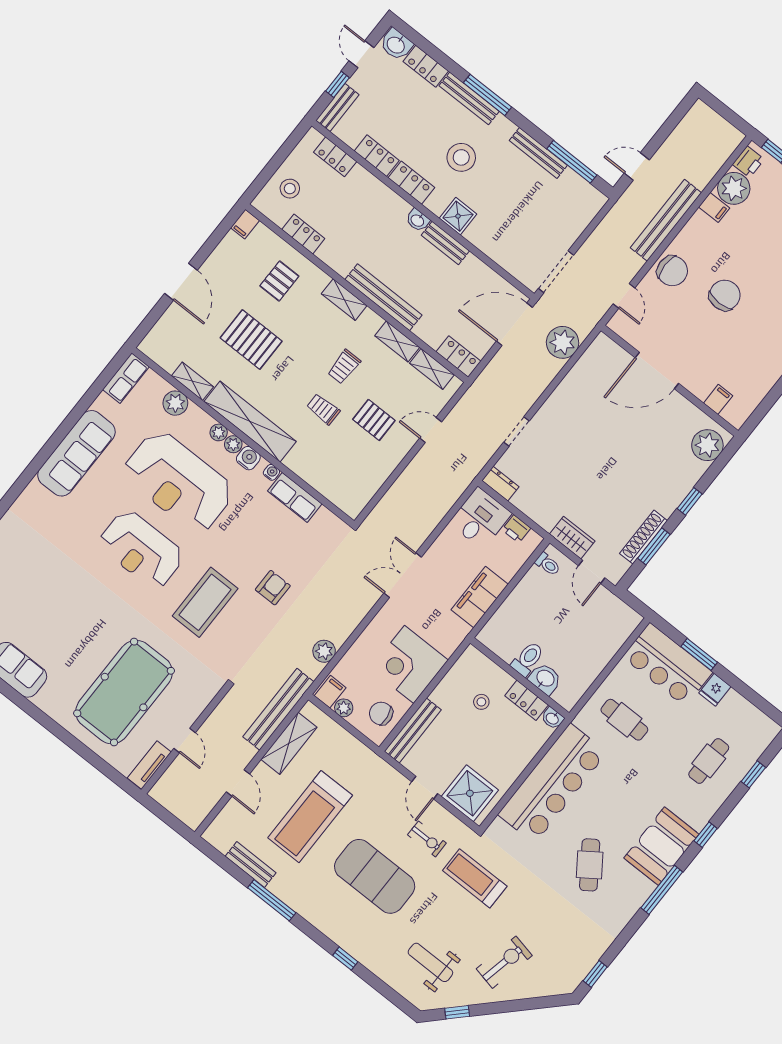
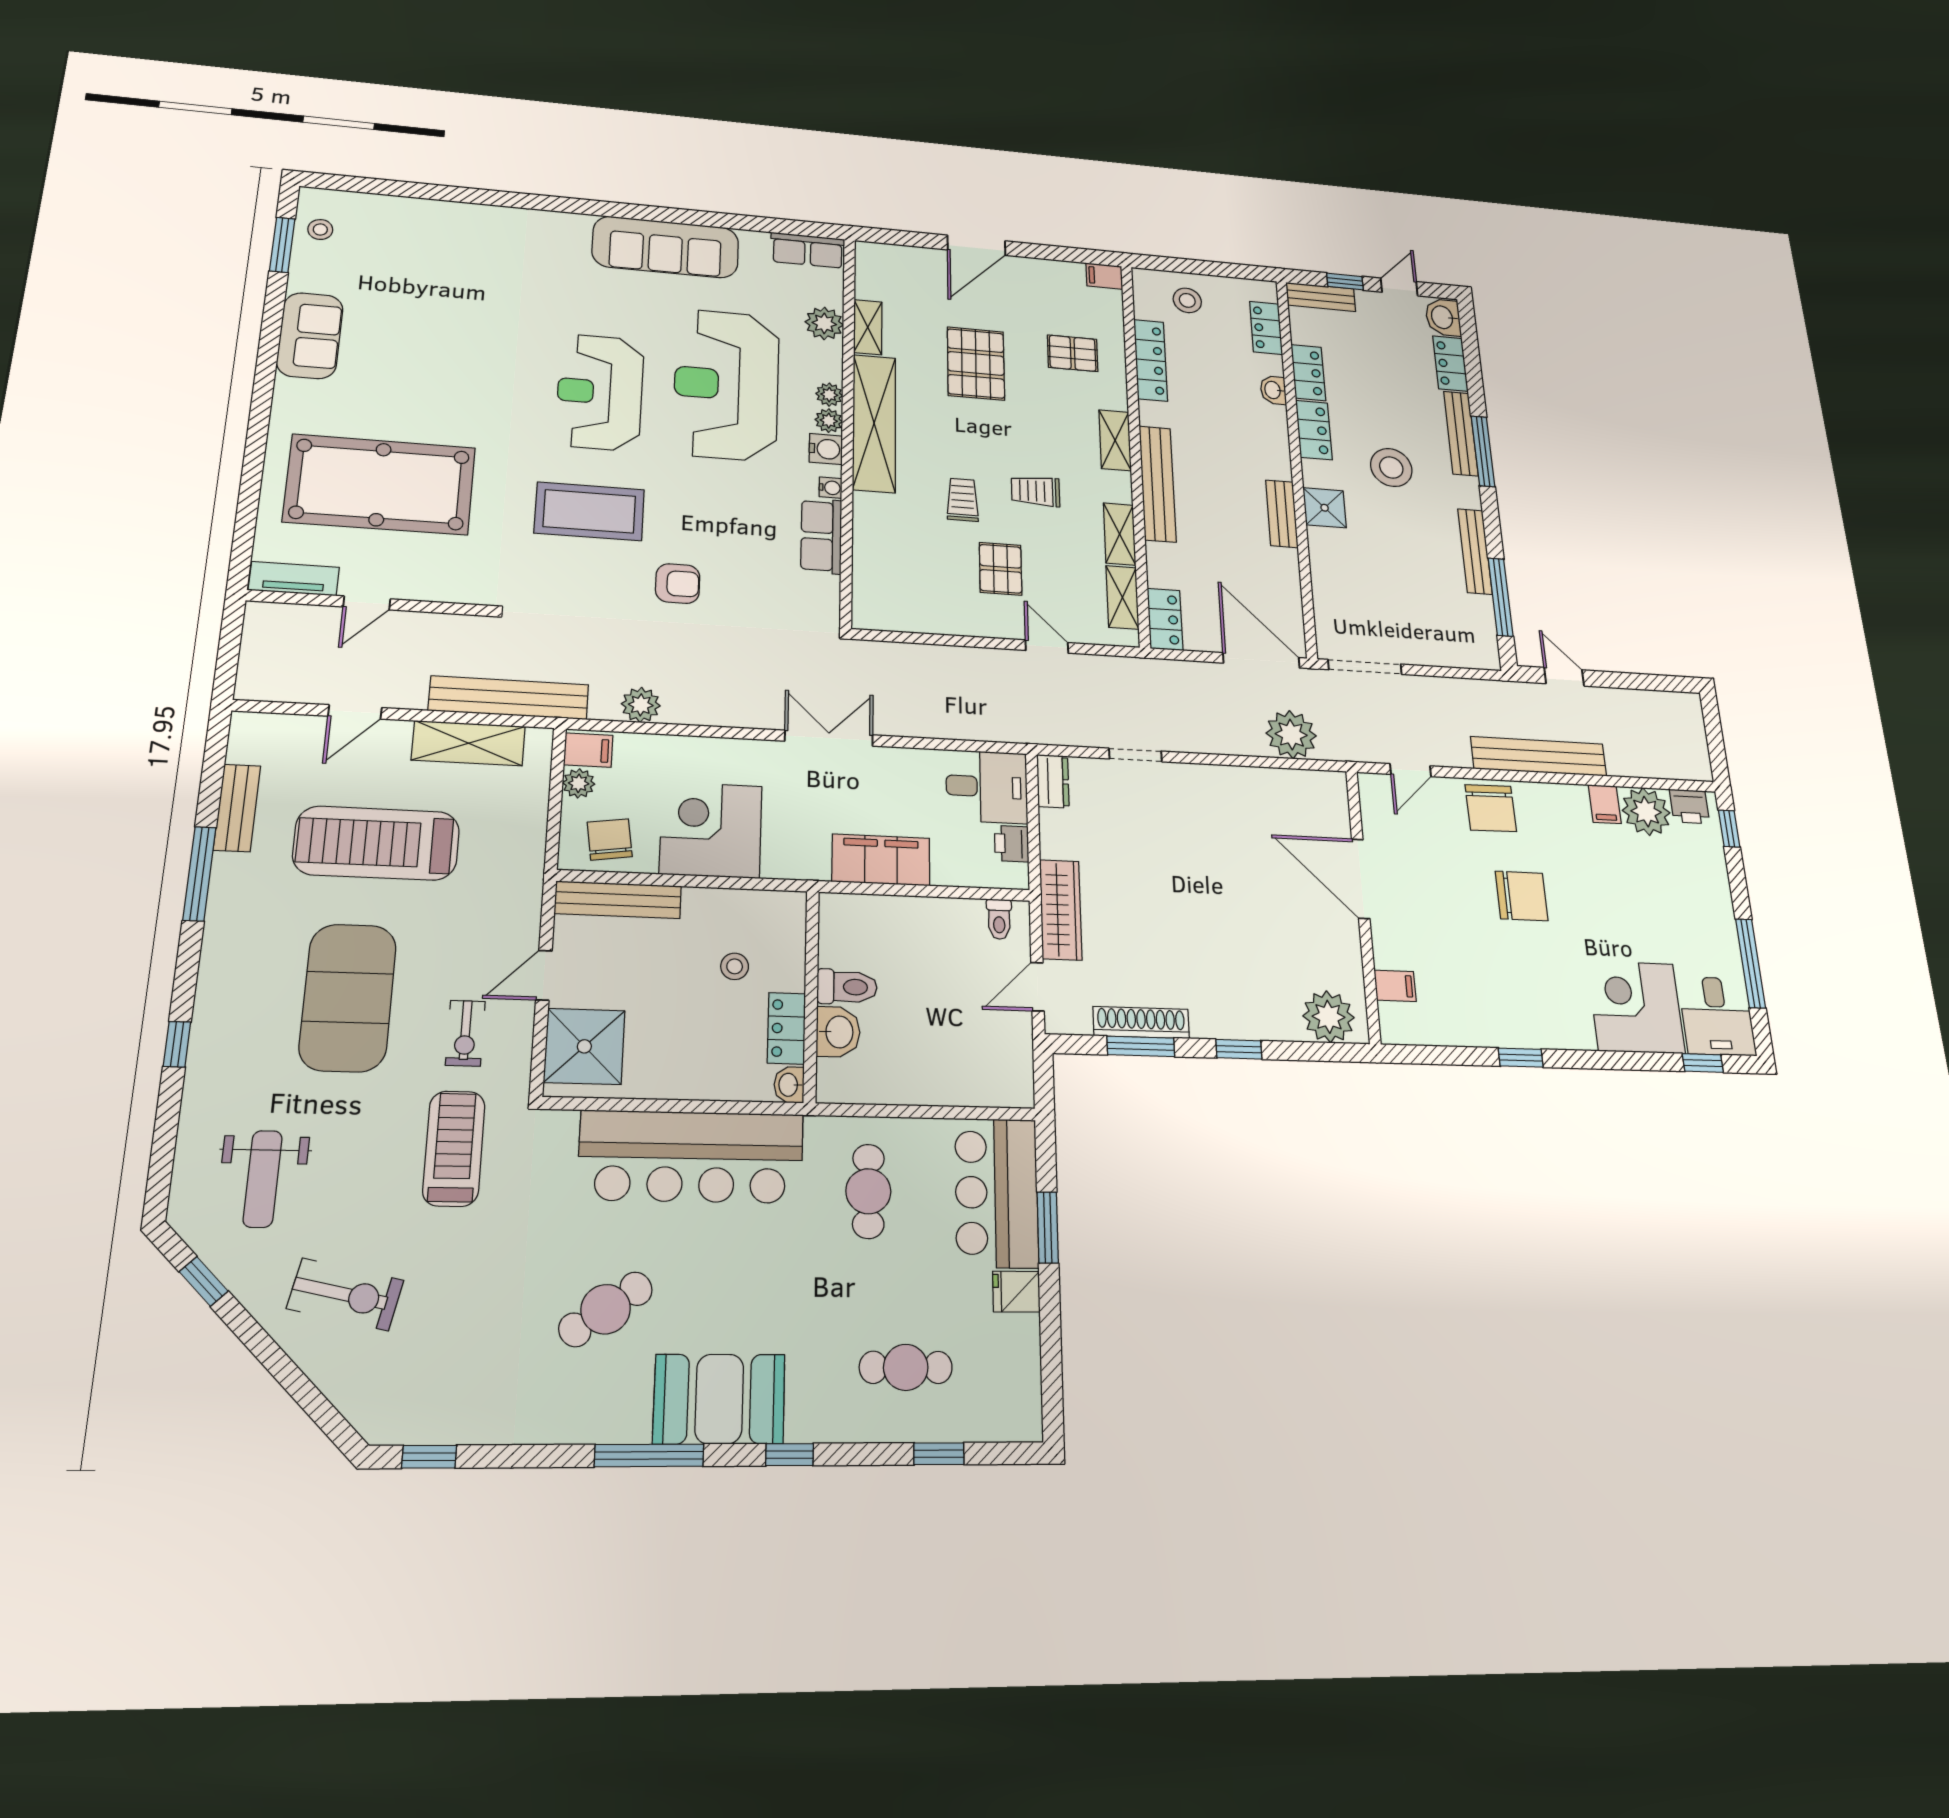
washbasin: (418, 220) -> (1273, 390), moved
locker: (303, 234) -> (1151, 360), width x1.53
wardrobe: (572, 538) -> (1061, 910), width x1.50
weight bench: (430, 962) -> (263, 1179), turned 180

